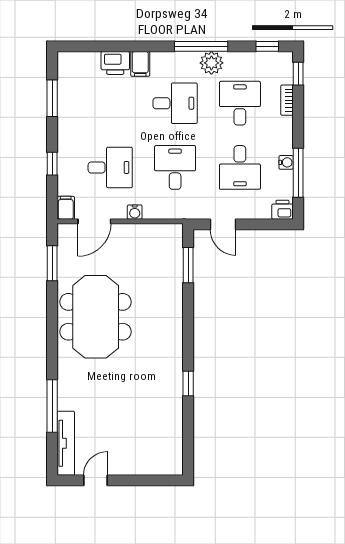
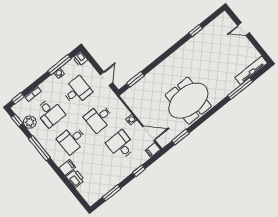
plant: (211, 63) -> (30, 122), moved
desk: (175, 103) -> (72, 140), turned -90
desk: (240, 103) -> (50, 113), turned -90
window: (188, 383) -> (196, 31), moved
door: (95, 480) -> (244, 29), moved

